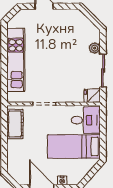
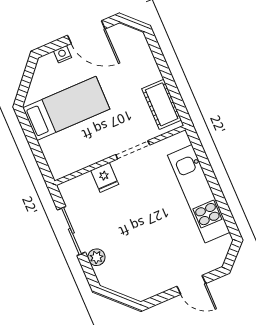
fridge: (92, 96) -> (105, 177), moved, turned 90
desk: (86, 120) -> (66, 152), removed

